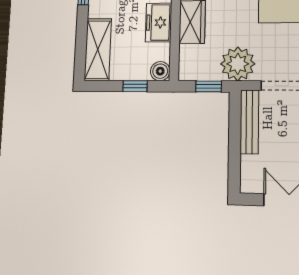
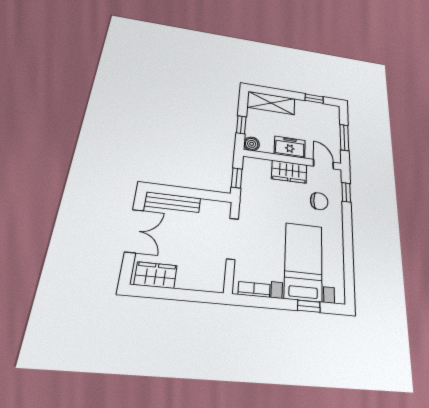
plant: (238, 64) -> (253, 202), removed
bench: (249, 122) -> (173, 202), moved

